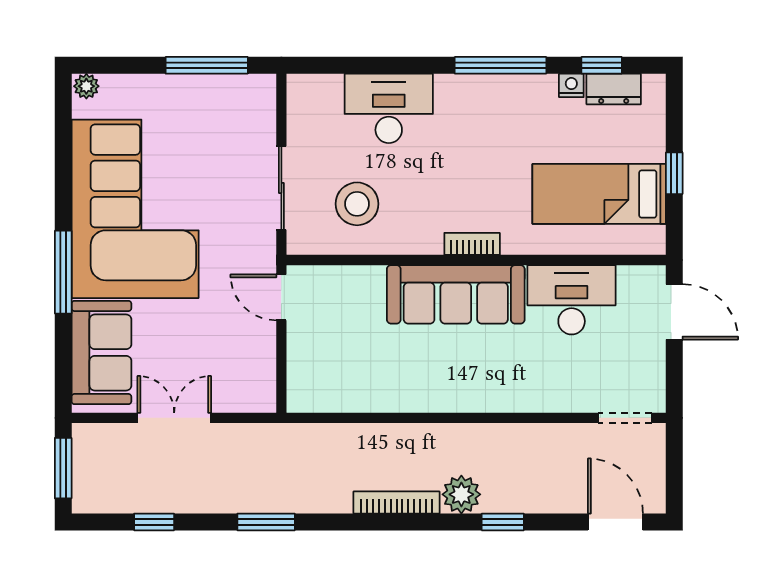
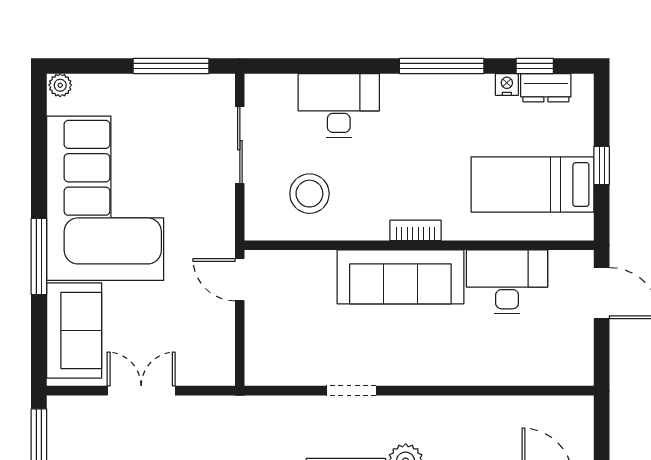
sliding door: (281, 188) -> (240, 145), moved
doorway: (625, 418) -> (351, 391), moved

